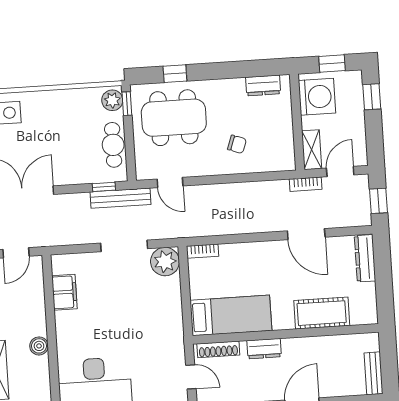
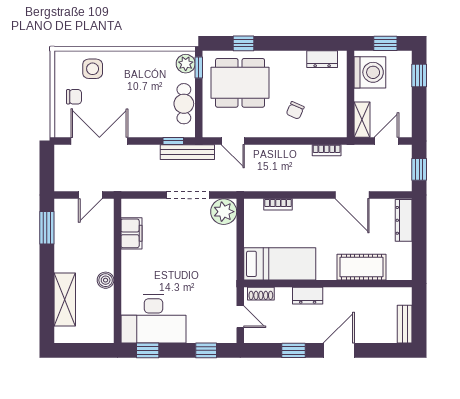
chair: (237, 144) -> (295, 110), turned 94
bookcase: (306, 184) -> (327, 150), moved
bookcase: (203, 251) -> (278, 204), moved
shoe rack: (218, 349) -> (261, 294), width x0.70

